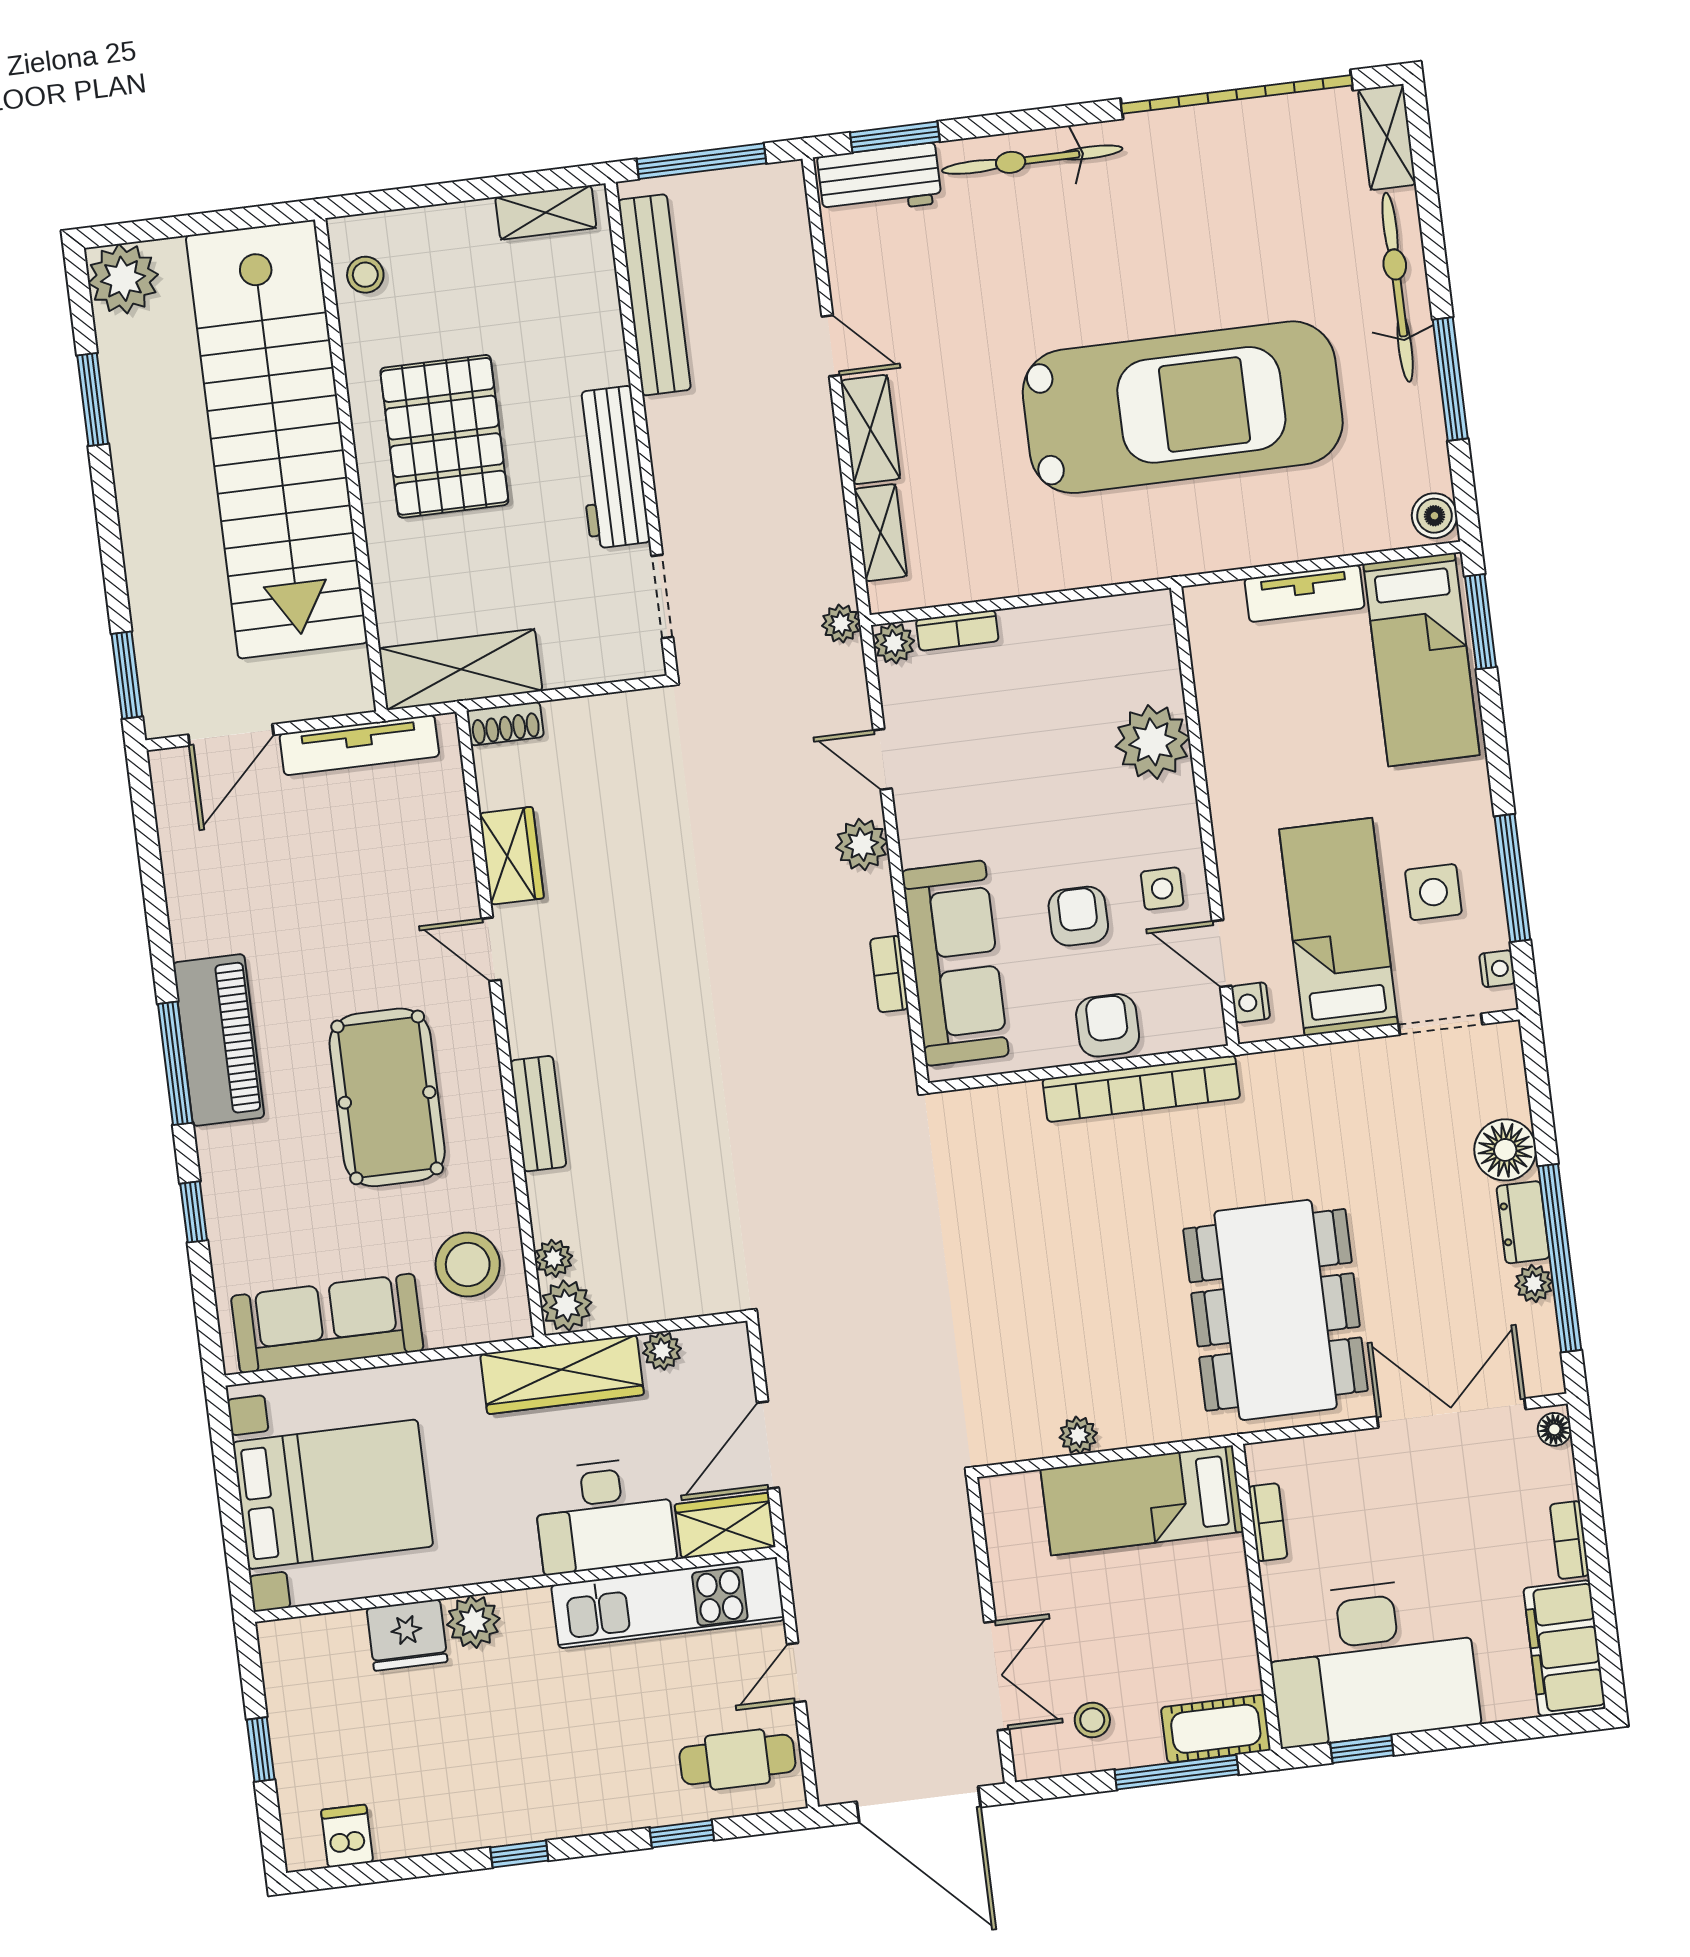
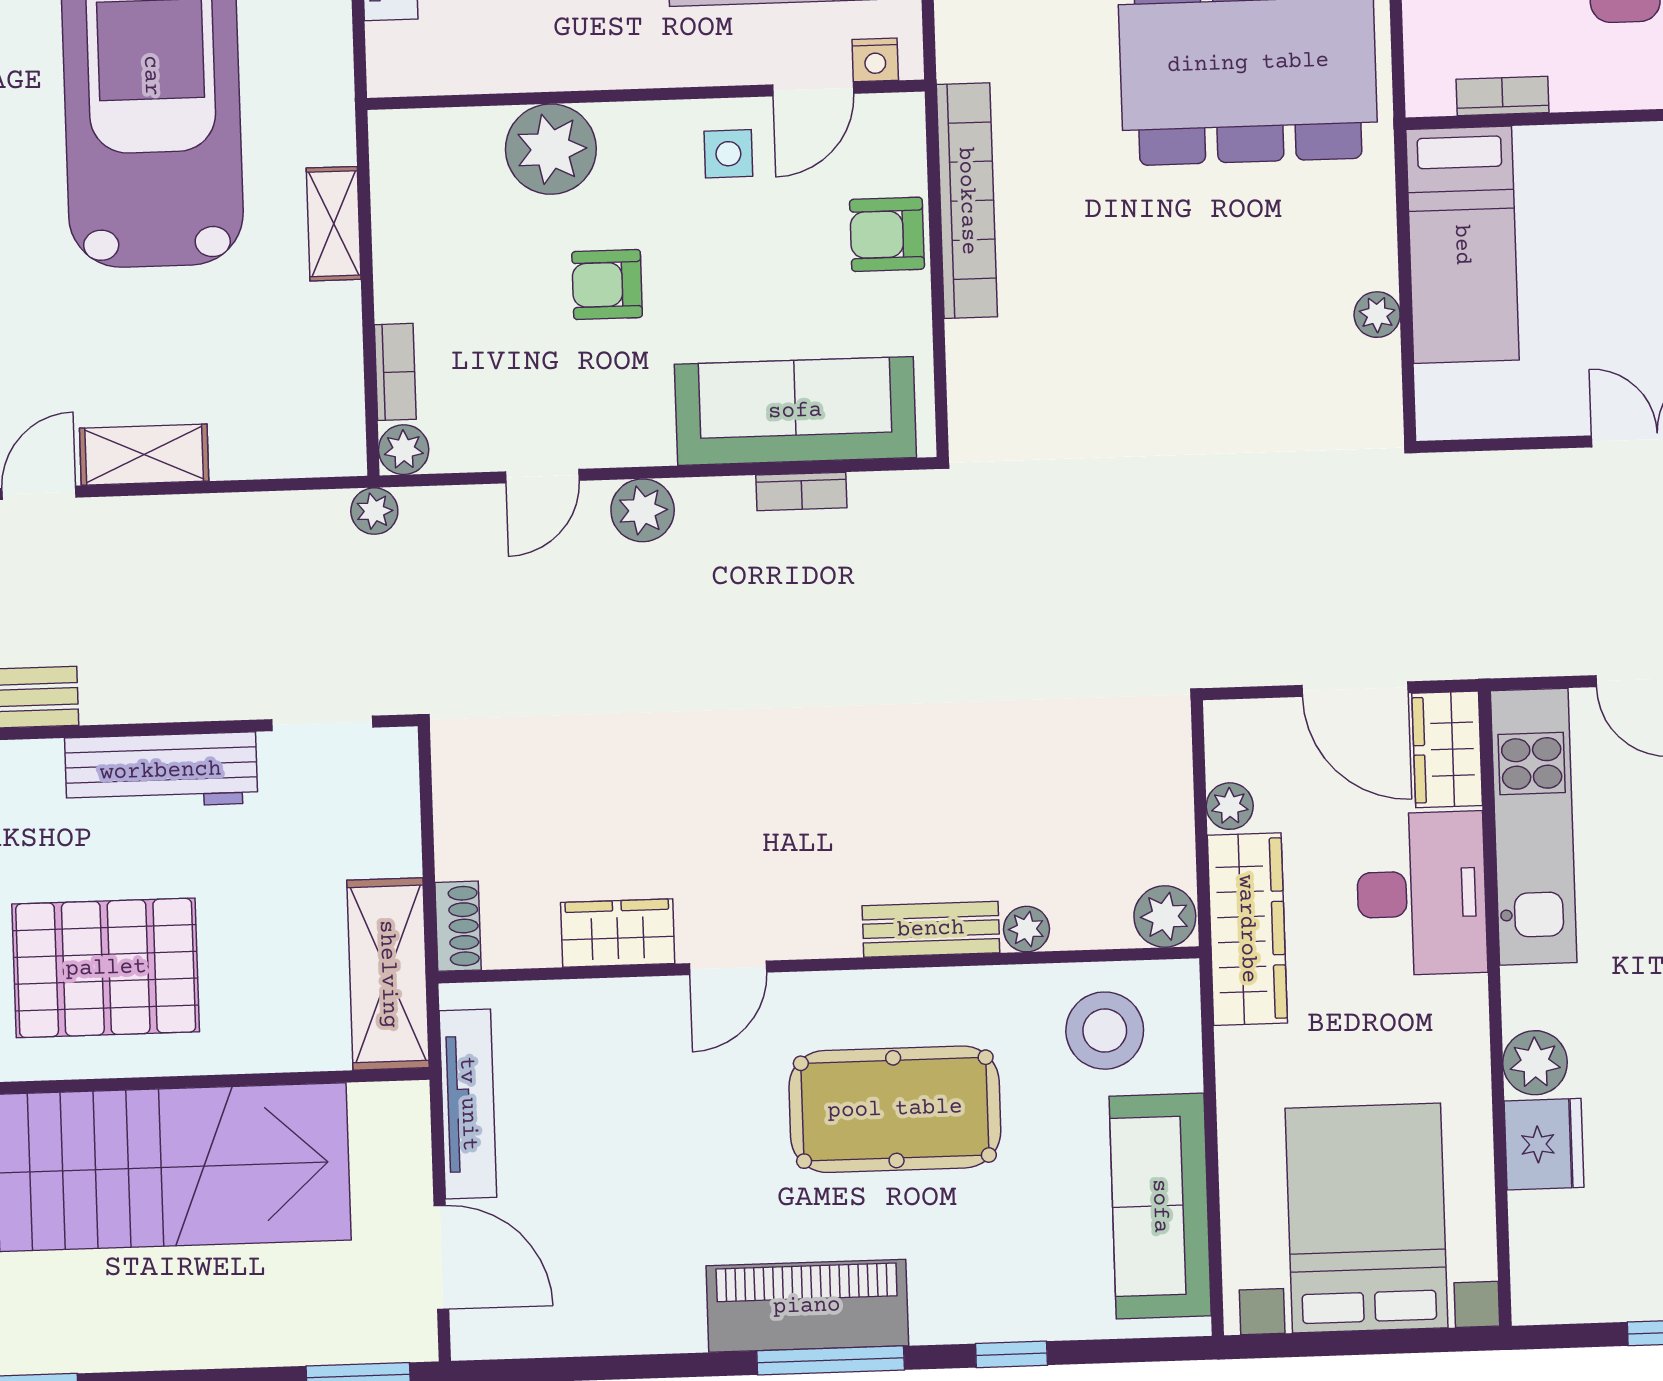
shelving: (880, 533) -> (334, 224), moved, turned 90
armchair: (1078, 916) -> (607, 285), moved
plant: (554, 1258) -> (1026, 929), moved

